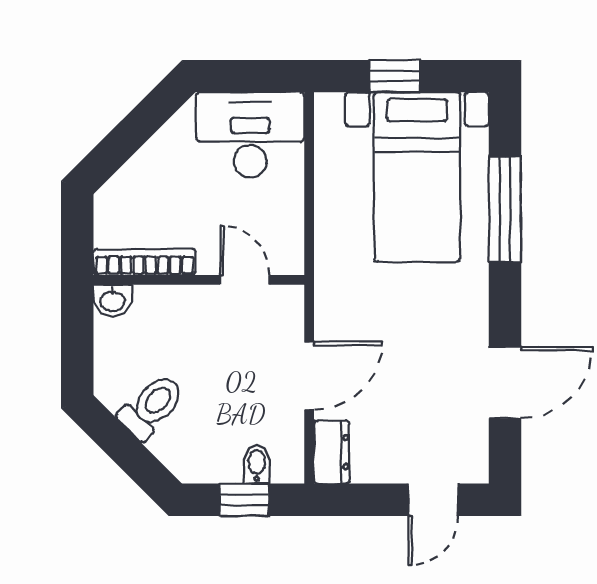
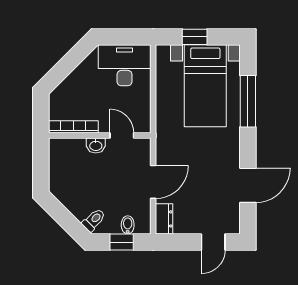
washbasin: (113, 300) -> (96, 145), moved
toilet: (152, 407) -> (94, 220), moved, width x0.73, depth x0.72

